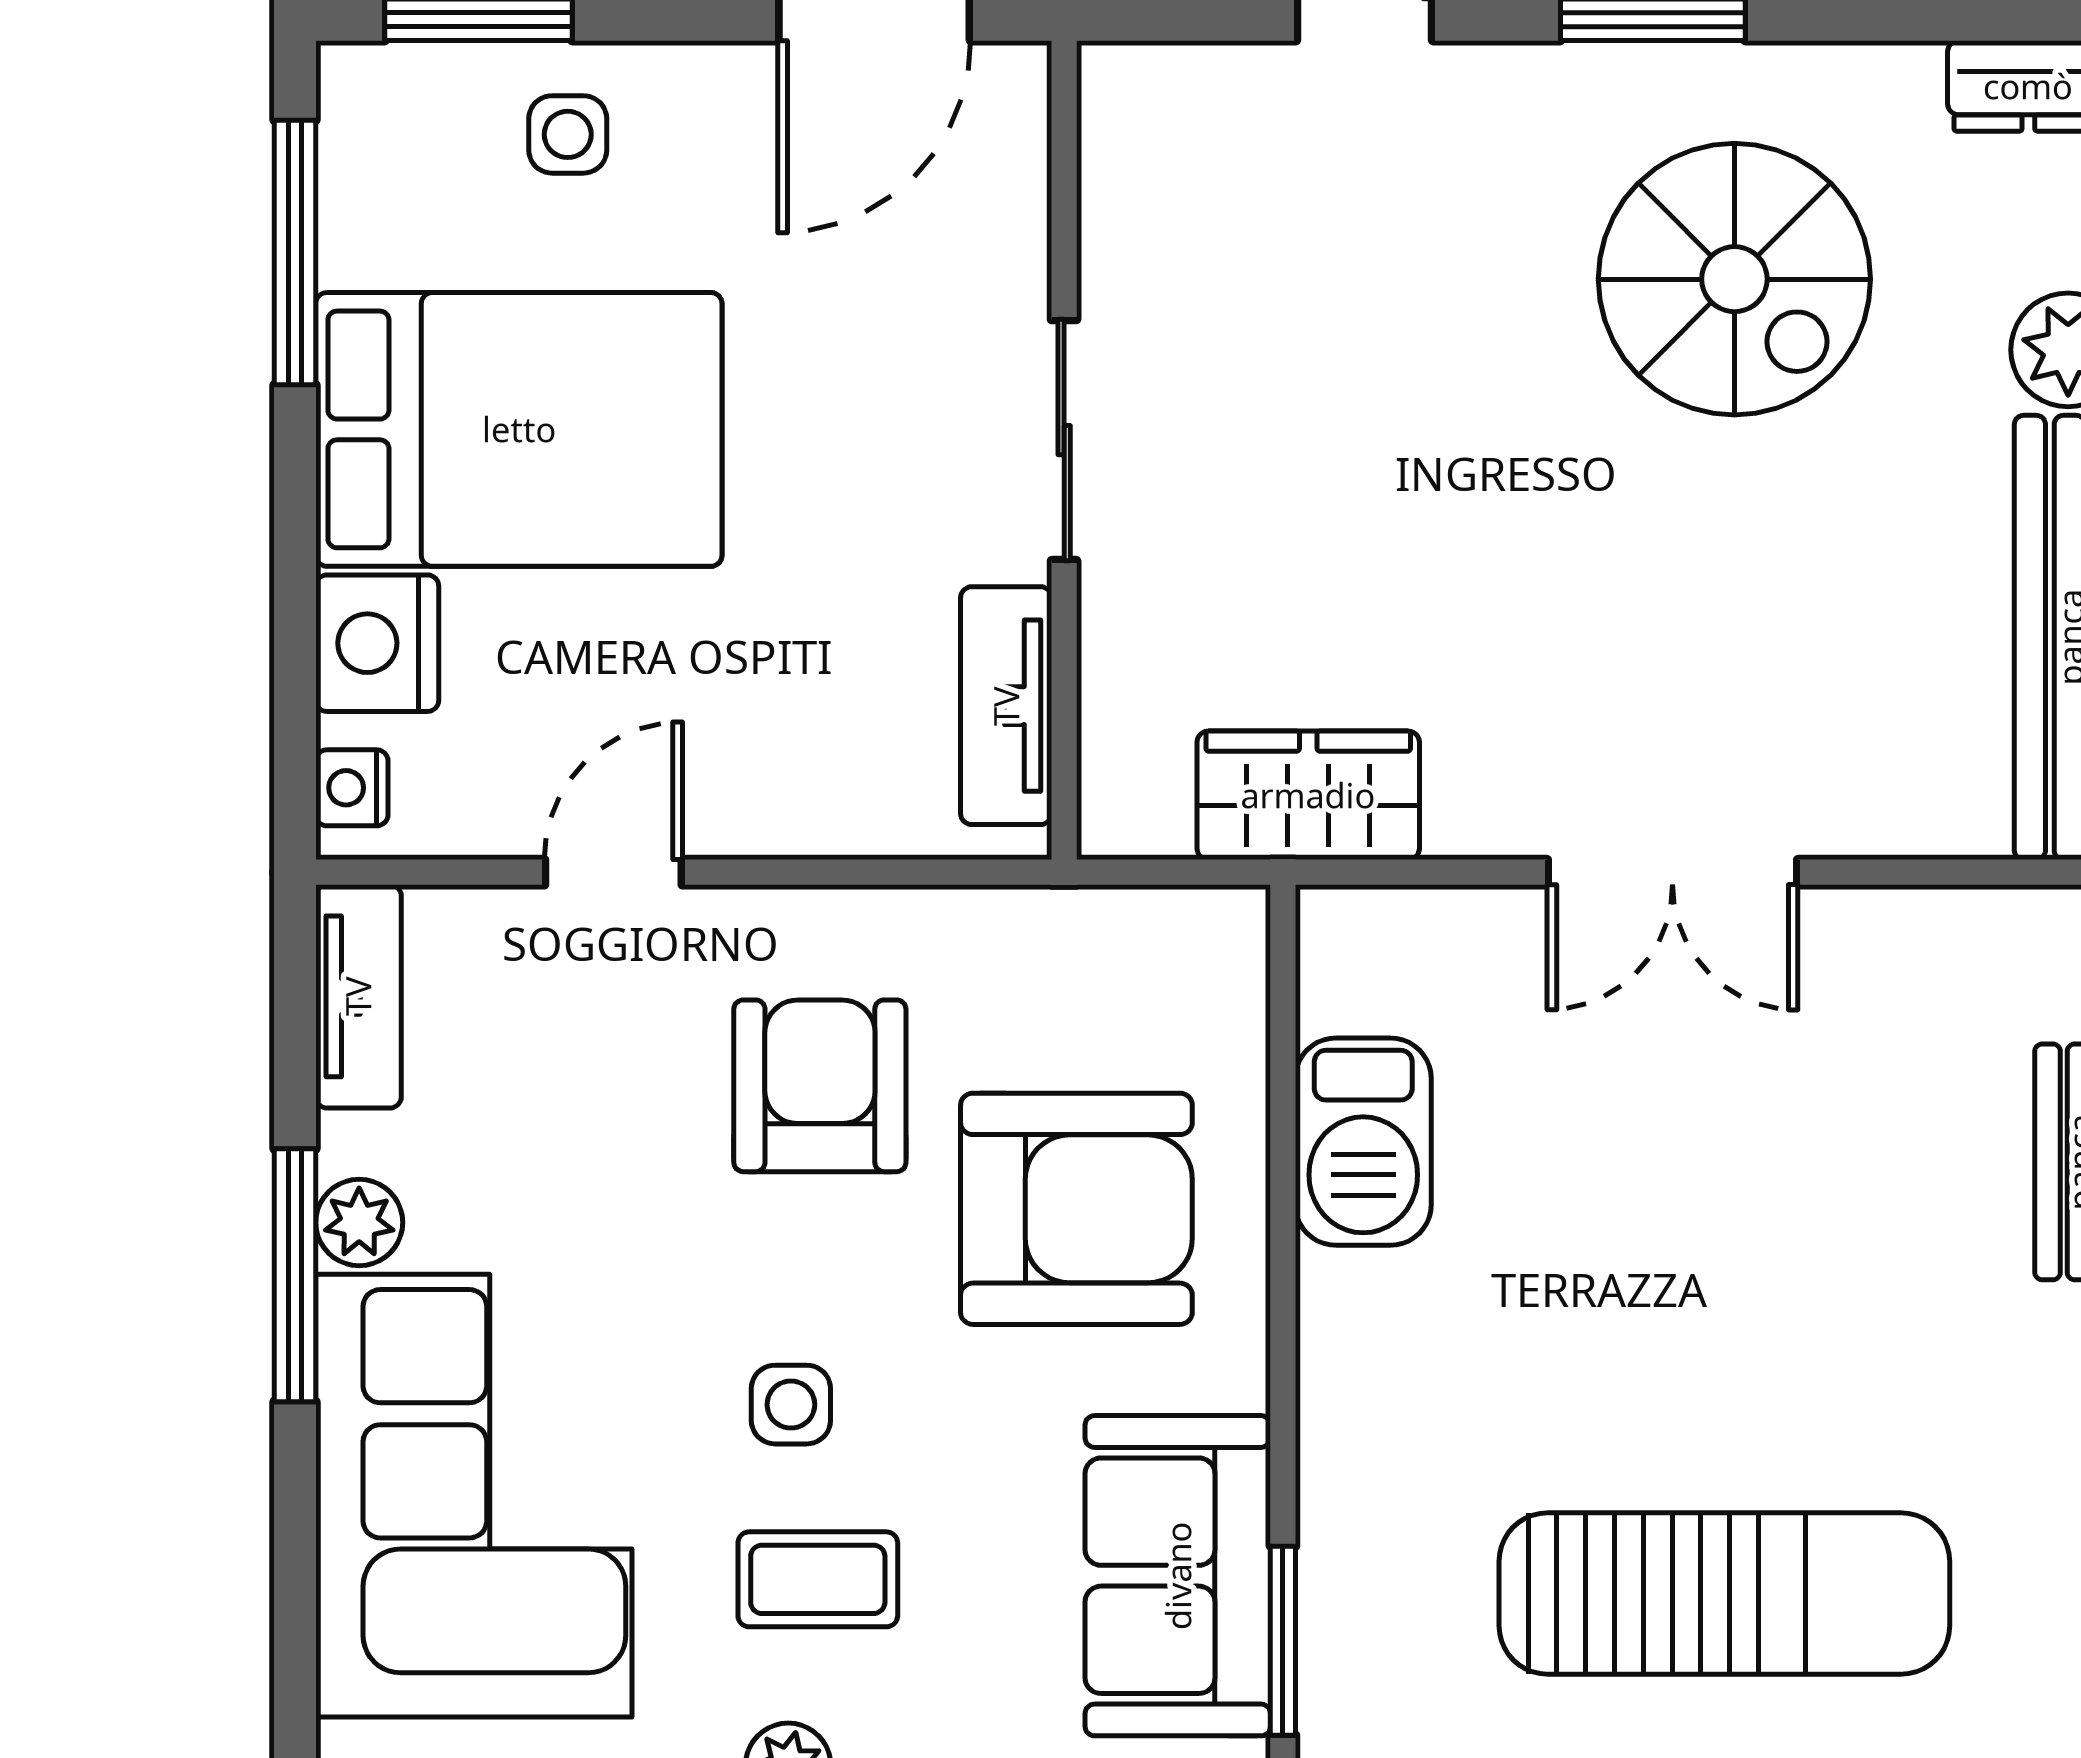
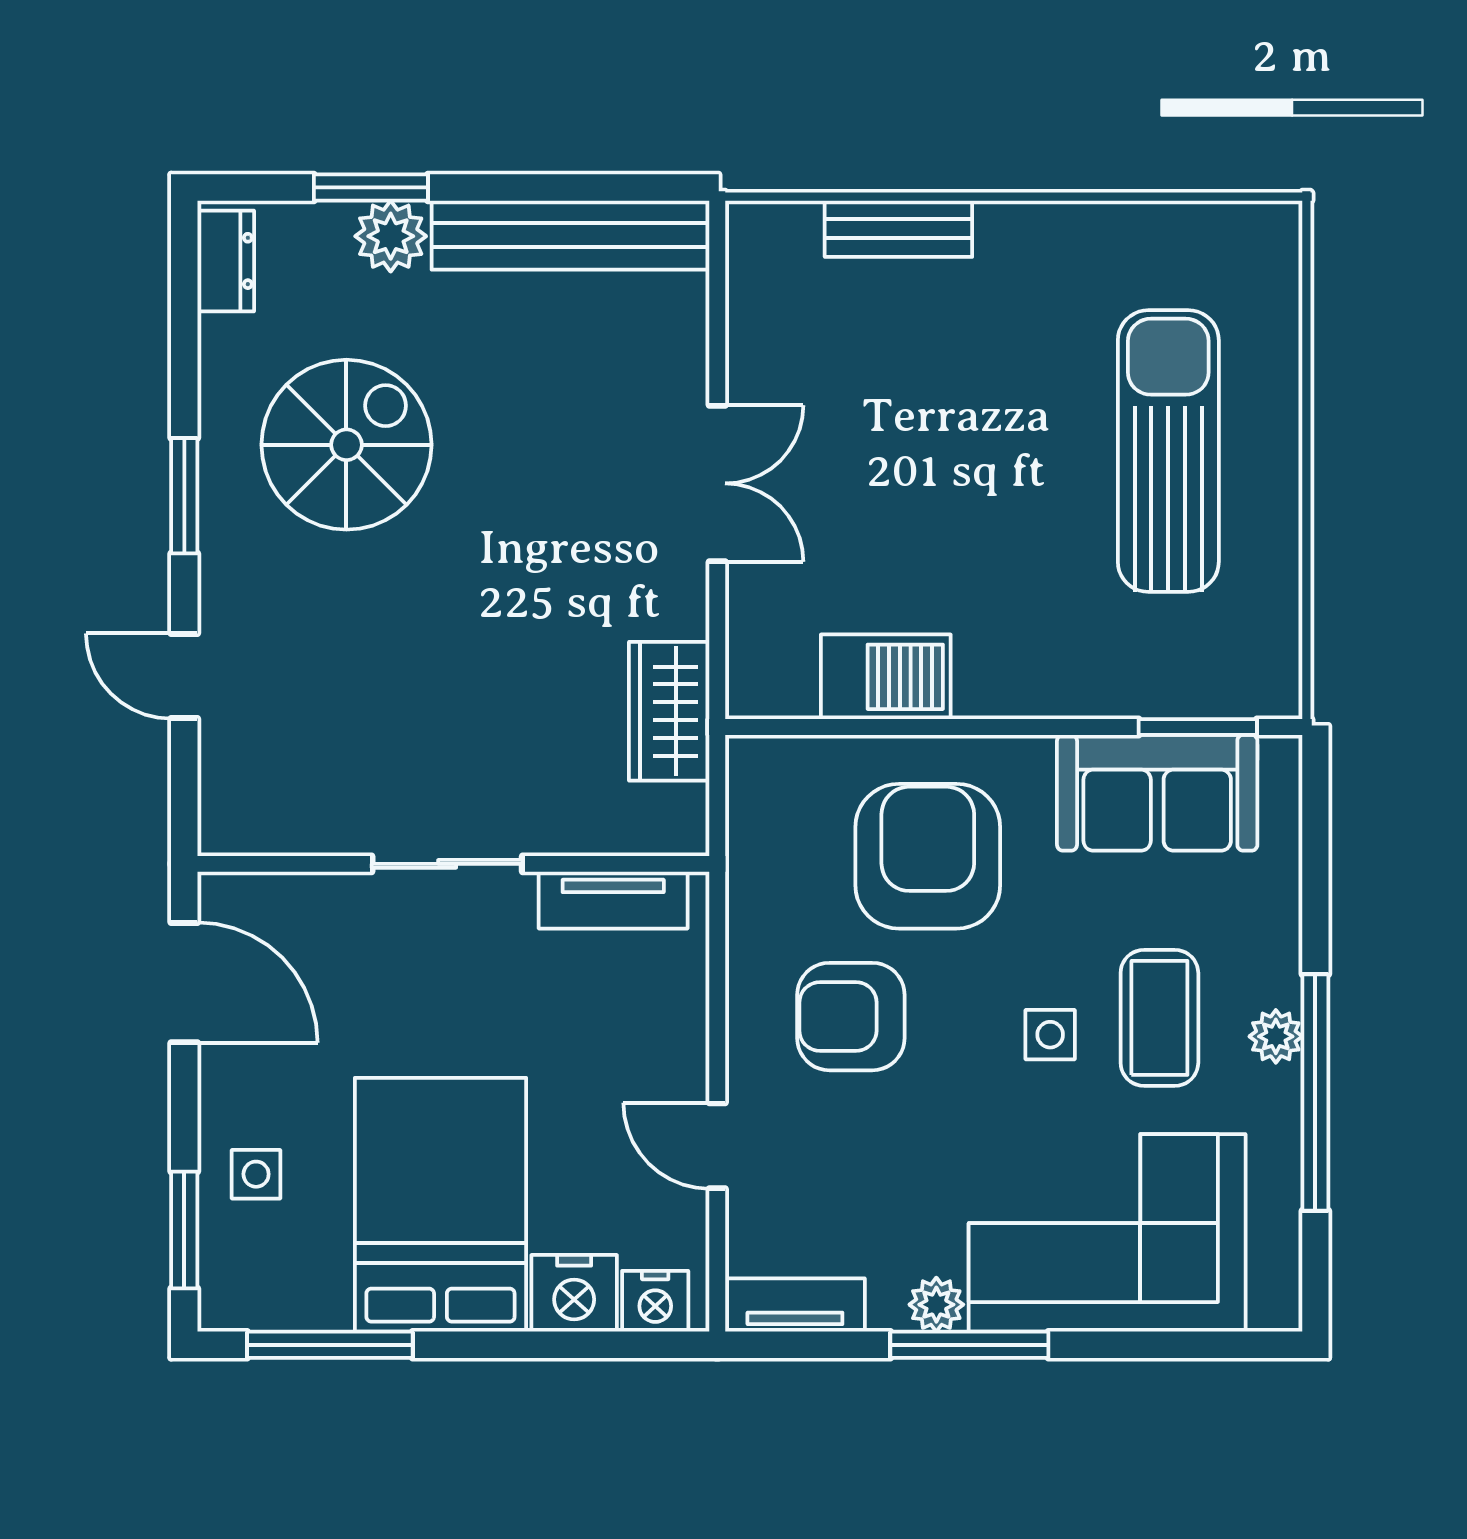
nightstand: (352, 788) -> (655, 1301), width x1.39, depth x1.35
coffee table: (818, 1579) -> (1159, 1018), width x1.36, depth x1.30

